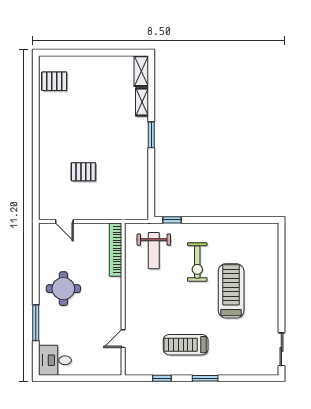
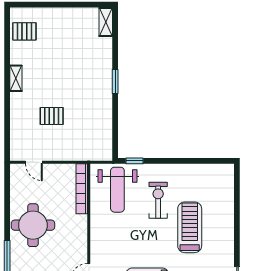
shelving: (142, 102) -> (16, 78), moved
weight bench: (154, 251) -> (117, 190), width x1.36, depth x1.33
exercise bike: (197, 262) -> (158, 200), turned 180
round table: (63, 289) -> (33, 225), width x1.36, depth x1.36

